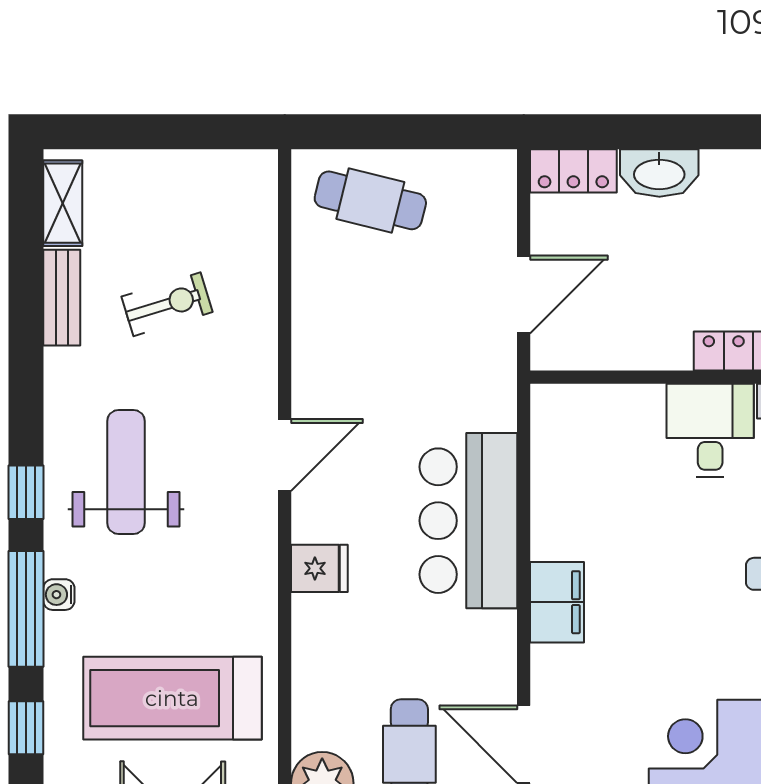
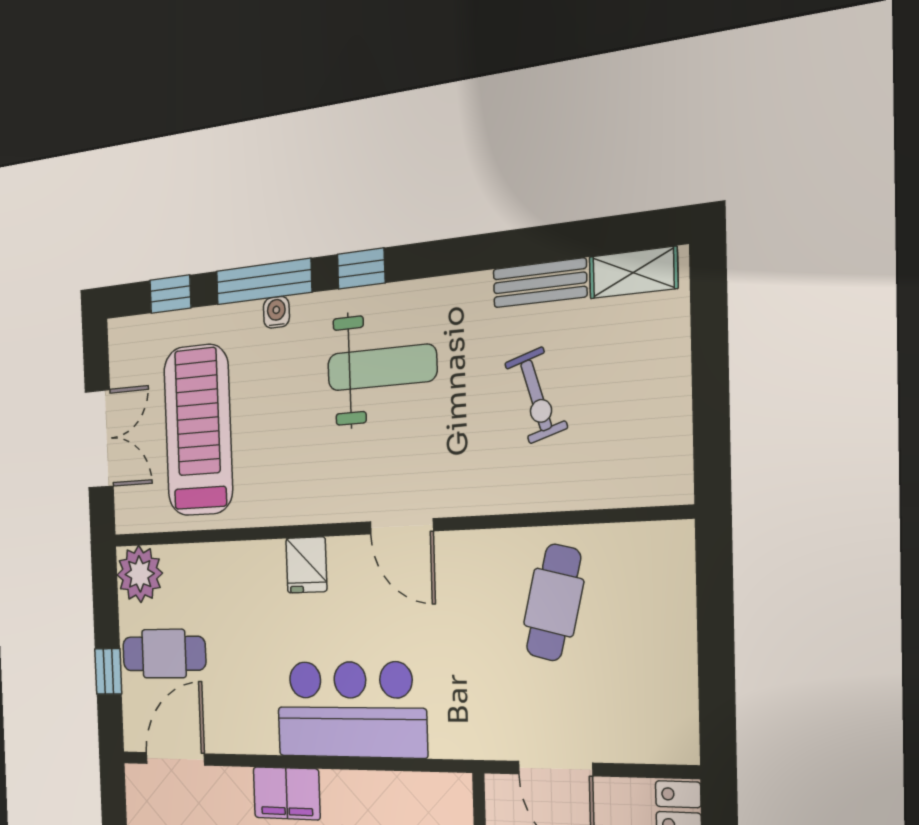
cafe table: (370, 200) -> (554, 603), moved

